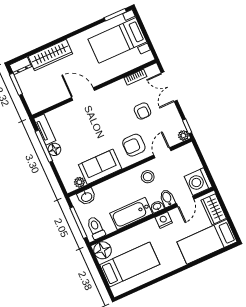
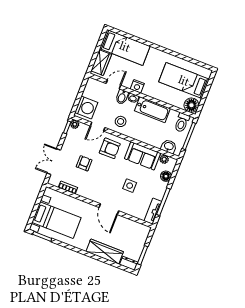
double door: (169, 87) -> (54, 162), swing flipped
side table: (86, 131) -> (130, 186), added
floor lamp: (54, 149) -> (166, 176), moved
washing machine: (198, 182) -> (86, 108), moved

